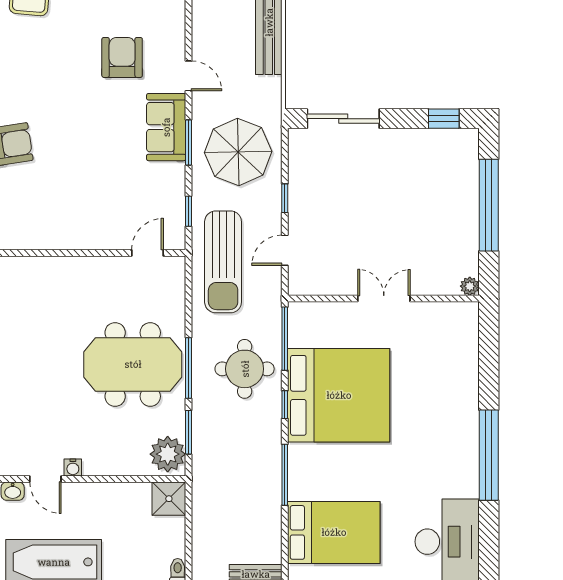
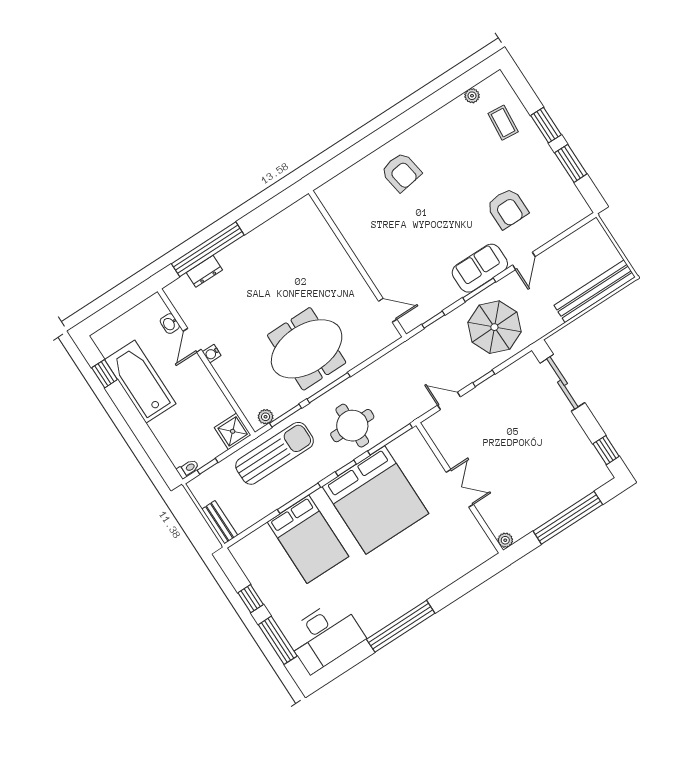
armchair: (122, 57) -> (507, 208), turned 90
sun lounger: (223, 262) -> (275, 453), moved, turned 180
meeting table: (133, 364) -> (307, 349), turned 90
plant: (168, 454) -> (266, 417), width x0.53, depth x0.53
bed: (334, 532) -> (308, 539), moved
window: (189, 549) -> (207, 466), added

